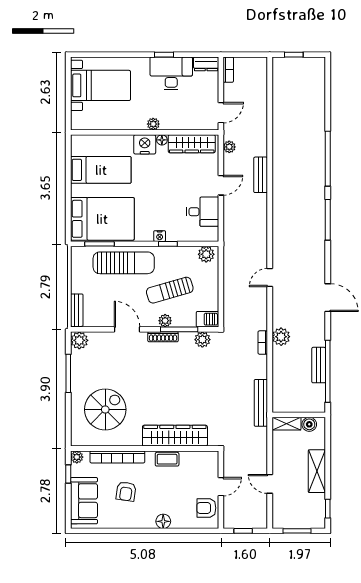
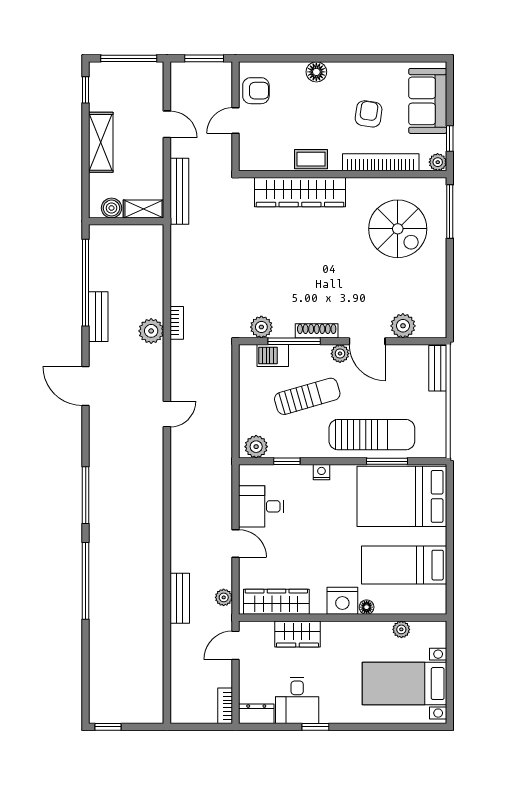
window: (294, 55) -> (108, 727), moved
desk: (171, 73) -> (297, 700), width x0.73
wardrobe: (177, 121) -> (297, 634), added
plant: (153, 124) -> (401, 629), moved
floor lamp: (162, 140) -> (367, 607), moved
bench: (261, 175) -> (180, 598), moved
door: (221, 185) -> (235, 544), swing flipped
window: (100, 244) -> (387, 461), moved
window: (168, 244) -> (287, 461), moved
sun lounger: (124, 263) -> (372, 435), turned 180
barbecue: (207, 319) -> (273, 356), moved
plant: (165, 321) -> (340, 354), moved
plant: (79, 340) -> (403, 326), moved
bench: (319, 365) -> (98, 317), moved
window: (68, 373) -> (450, 211), moved
bench: (261, 403) -> (179, 191), moved
spiral stairs: (105, 409) -> (398, 229), turned -90
window: (243, 531) -> (204, 58), width x1.50
window: (297, 531) -> (129, 58), width x1.44

